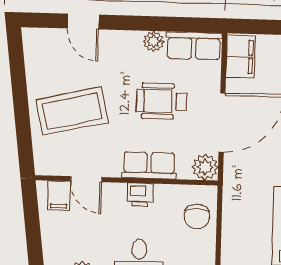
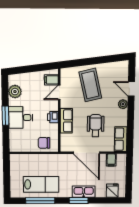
door: (83, 22) -> (131, 89), hinge flipped
plant: (154, 41) -> (123, 104), moved
filing cabinet: (241, 57) -> (111, 160), width x0.50
plant: (205, 167) -> (66, 146), removed

